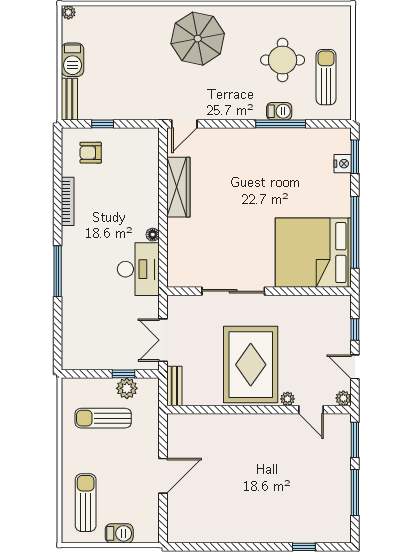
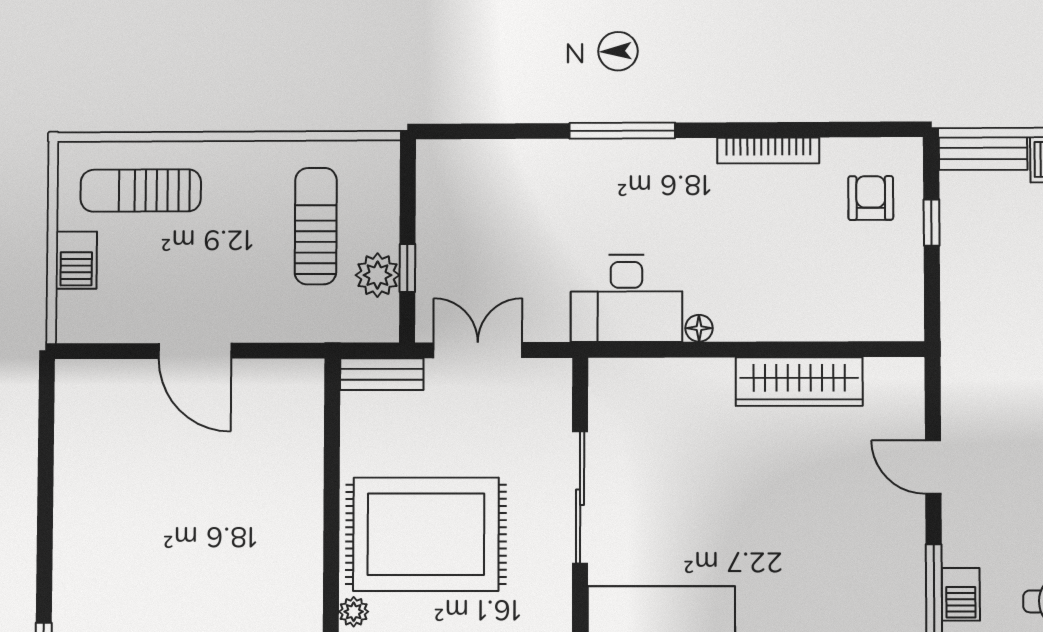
door: (184, 124) -> (933, 467), moved
sun lounger: (86, 503) -> (141, 191), turned 180

